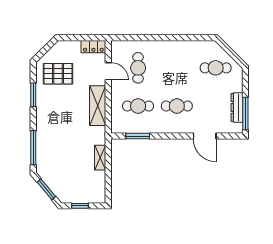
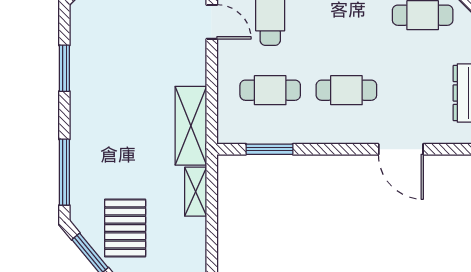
pallet: (58, 74) -> (125, 228), moved, turned 90
shelving: (98, 106) -> (191, 126), moved

